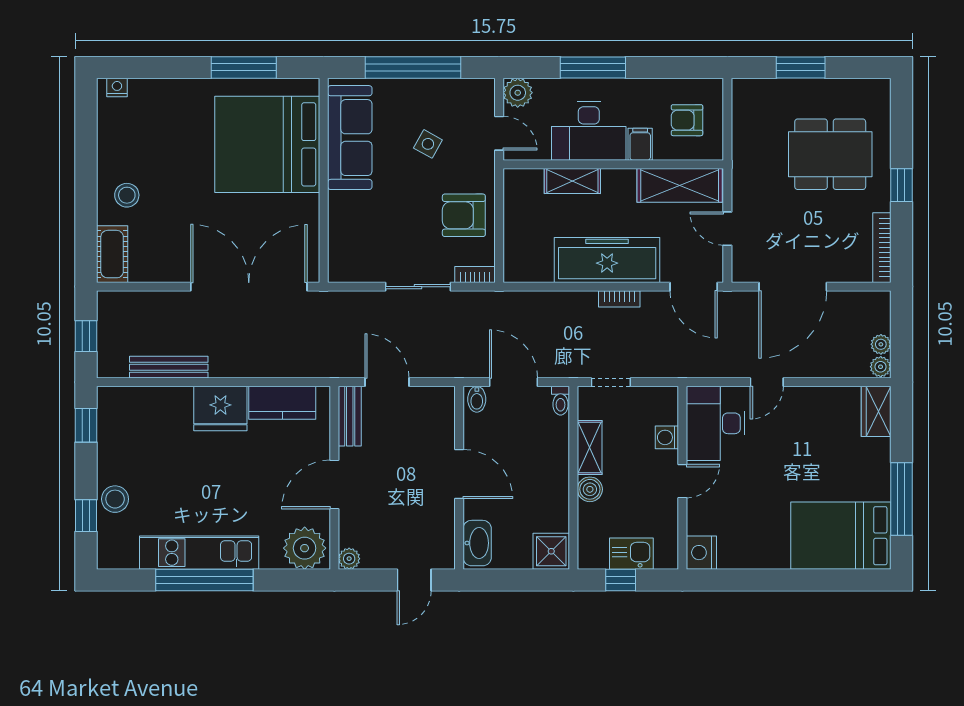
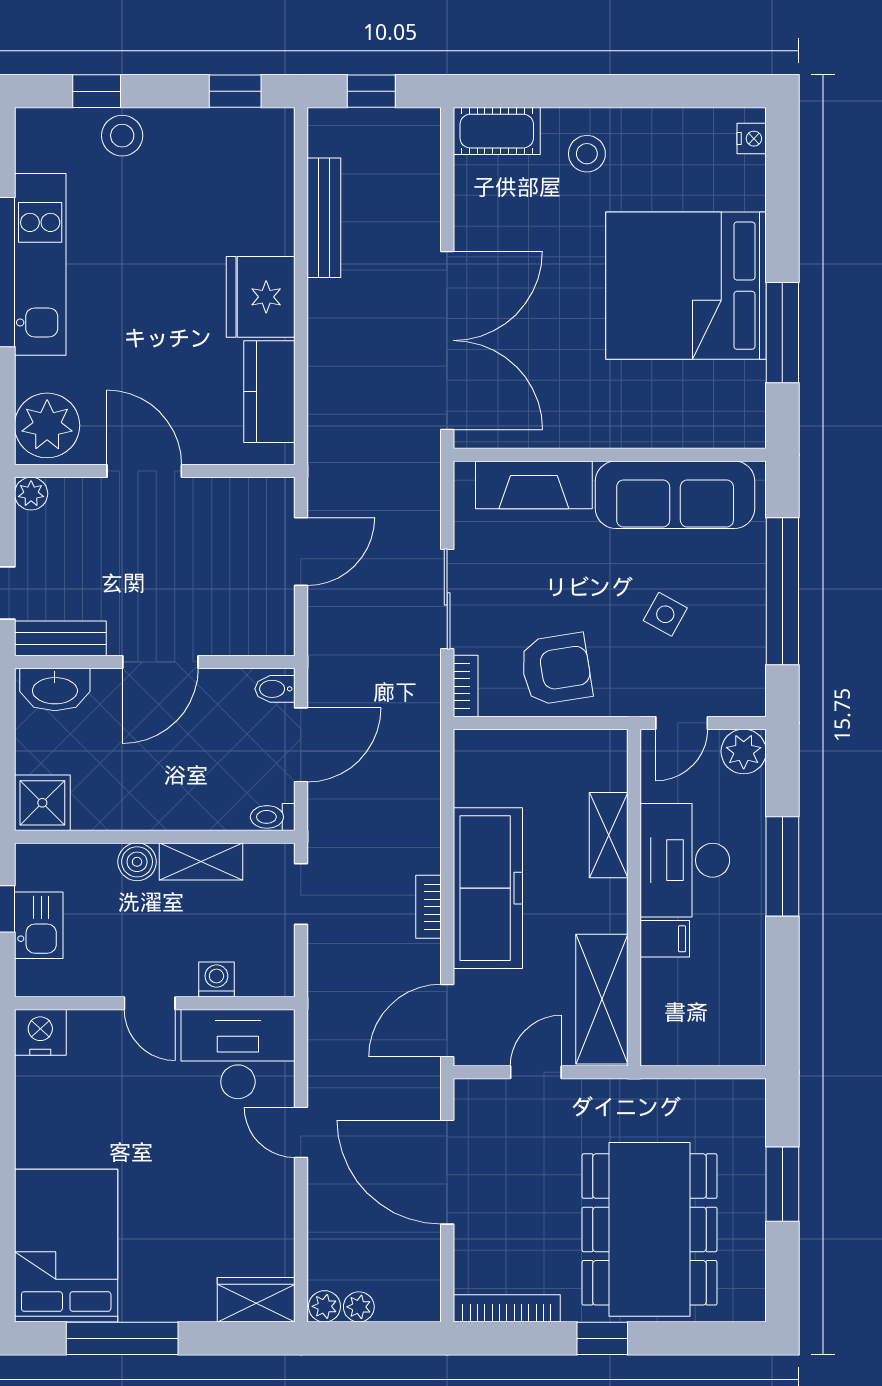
armchair: (687, 120) -> (702, 1010), removed
bed: (267, 144) -> (686, 286), moved, turned -90
dining table: (830, 154) -> (650, 1229), width x1.36, depth x1.24
armchair: (464, 215) -> (556, 669), turned 81
fireplace: (343, 230) -> (534, 485), added
bench: (350, 416) -> (60, 638), moved

